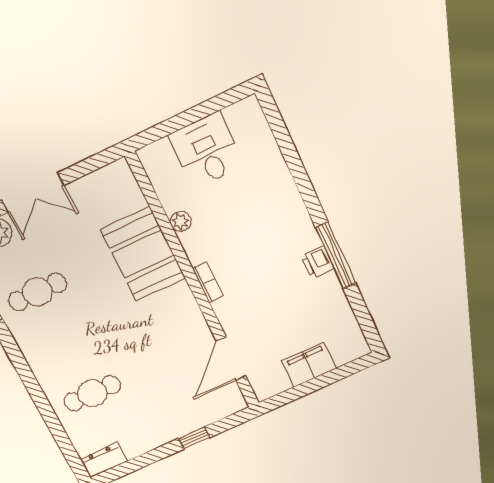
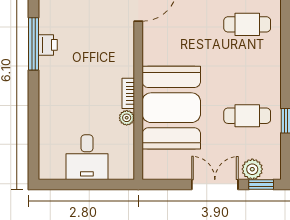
booth: (143, 254) -> (171, 108), width x1.36, depth x1.42
bookcase: (208, 282) -> (128, 93), moved

